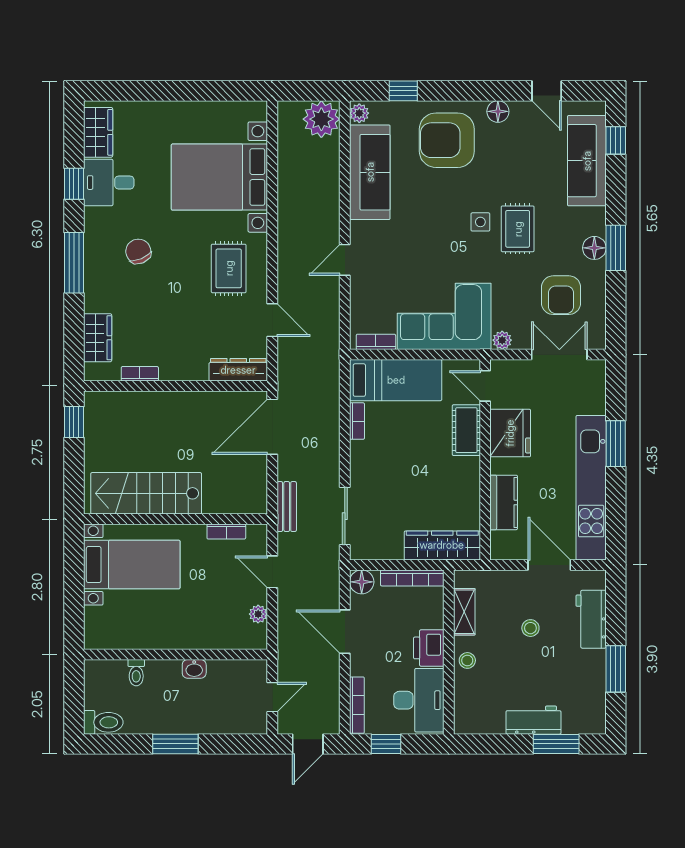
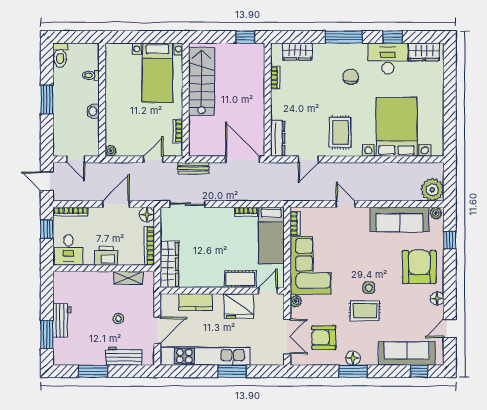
desk: (109, 183) -> (388, 58), width x1.37
chair: (138, 251) -> (351, 77), turned -67
rug: (229, 268) -> (340, 132), turned 90
plant: (258, 614) -> (111, 151), moved
stool: (467, 660) -> (98, 280), removed
desk: (419, 700) -> (68, 250), width x0.73

